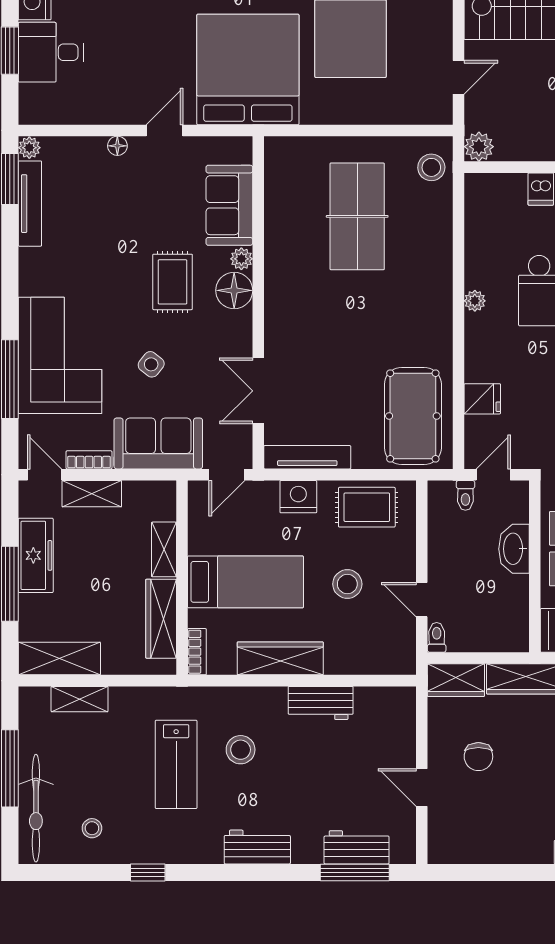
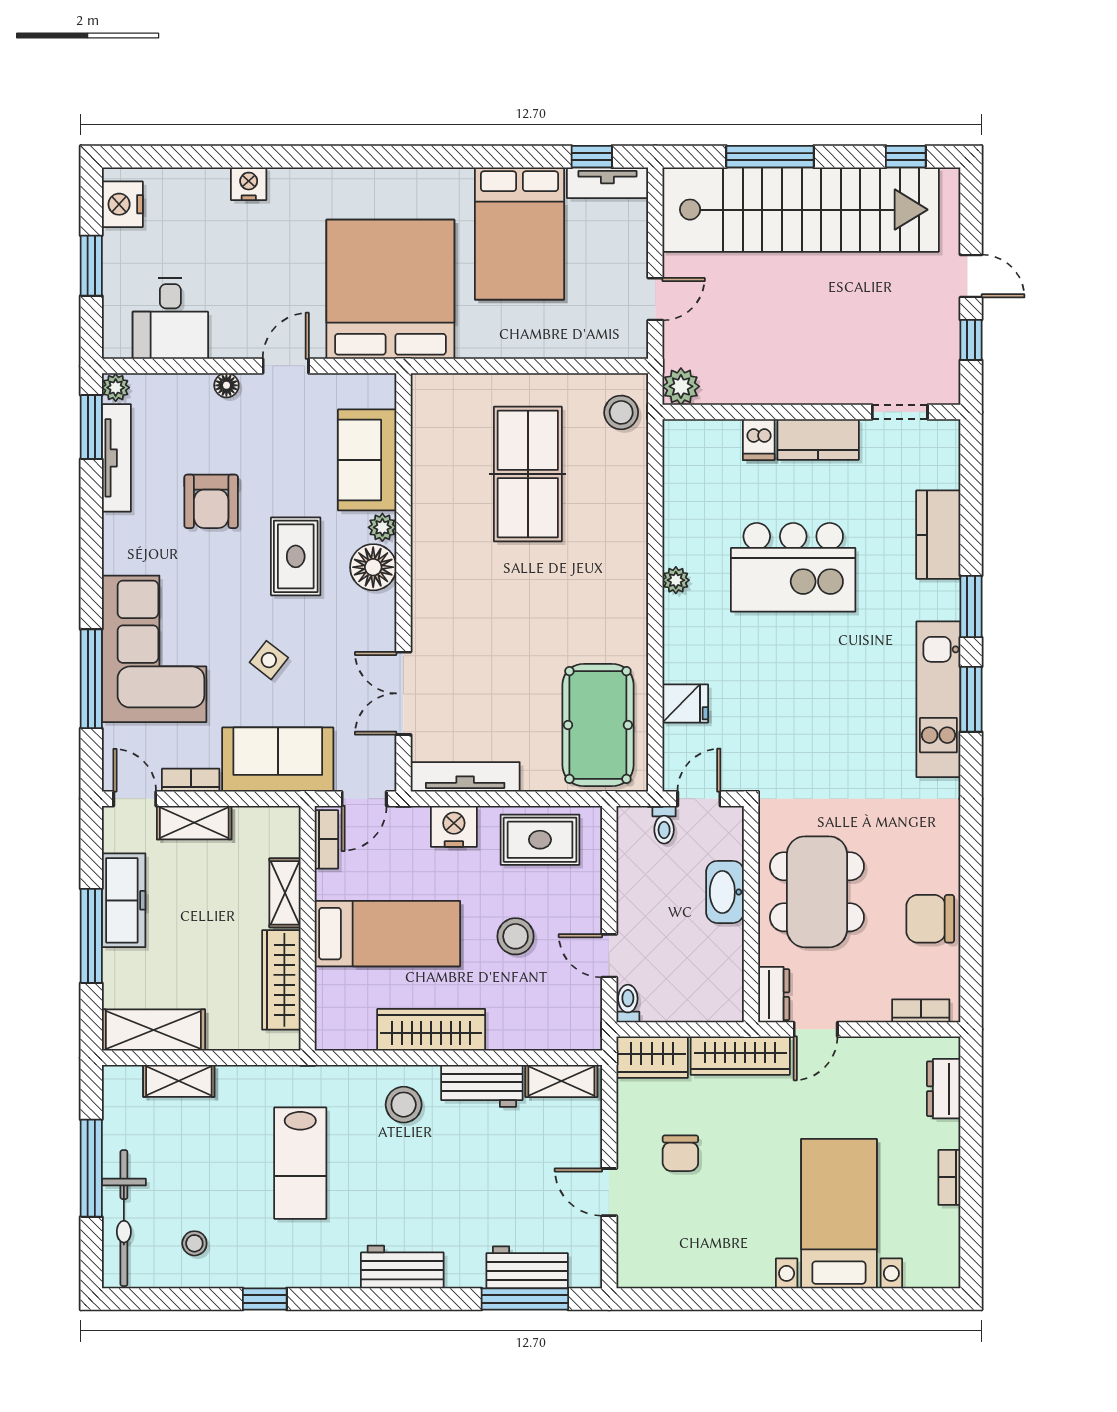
desk: (51, 52) -> (170, 318), moved, turned -90
armchair: (105, 238) -> (211, 501), added
bookcase: (197, 652) -> (326, 839), moved
shelving: (384, 699) -> (561, 1081), added
stool: (241, 750) -> (404, 1105), moved

